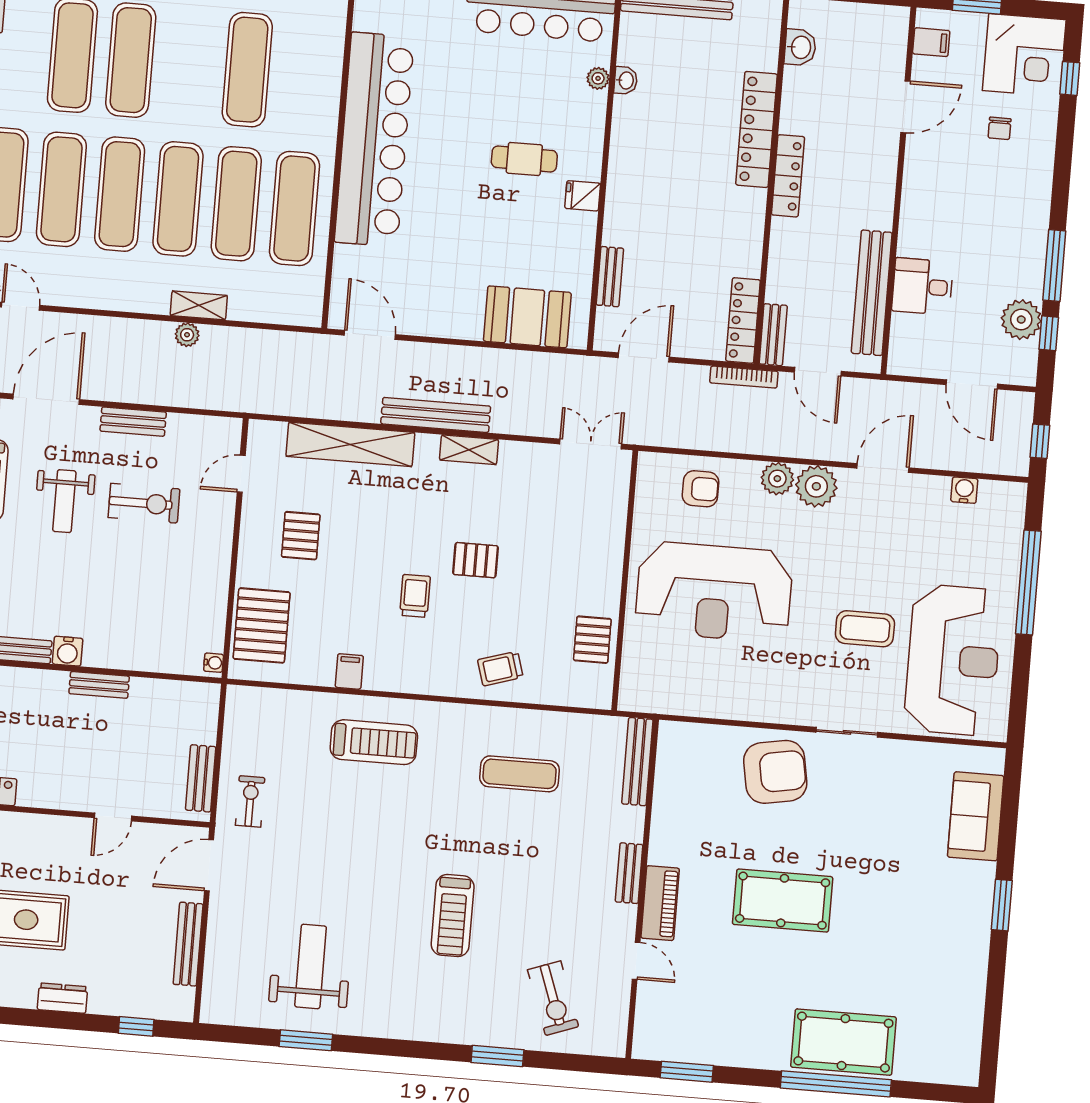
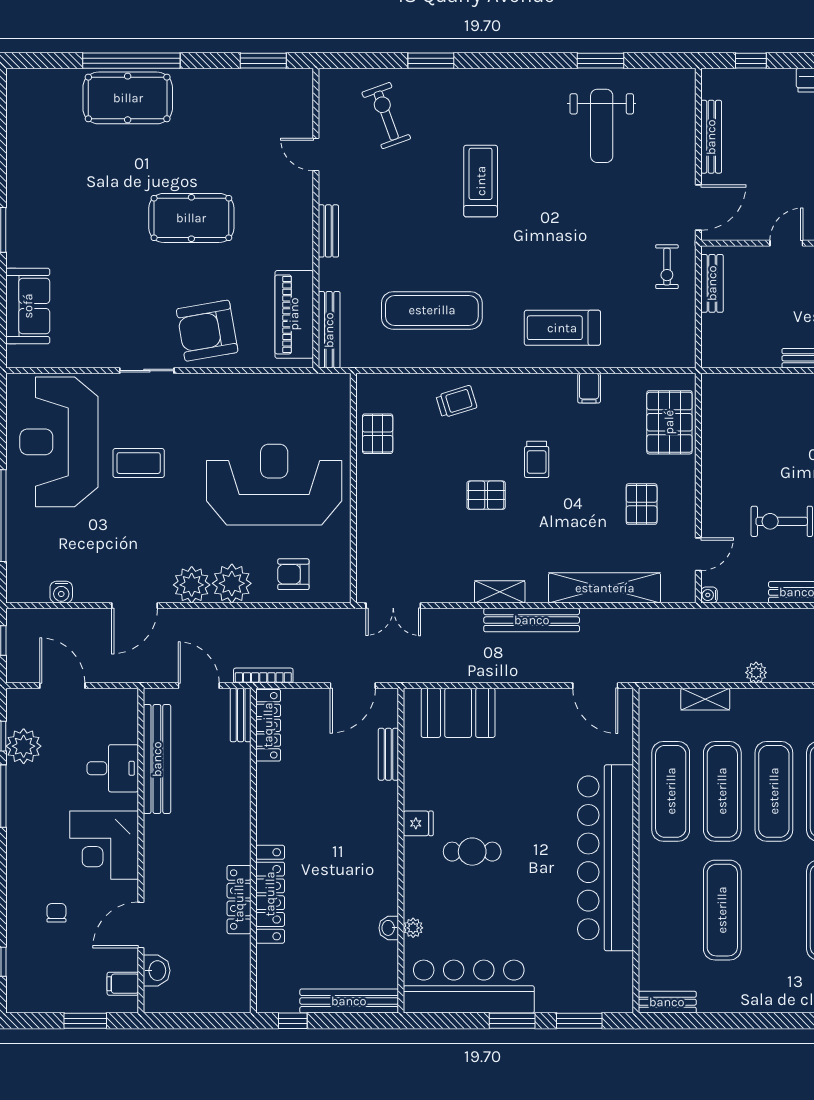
washbasin: (800, 47) -> (157, 971), moved, turned 180
corner desk: (1024, 55) -> (104, 845), moved, turned -90
locker: (788, 176) -> (239, 900), moved
shelving: (199, 305) -> (705, 699), moved
plant: (777, 479) -> (232, 583), width x1.36, depth x1.36
water cooler: (214, 663) -> (709, 595), moved
exercise mat: (520, 774) -> (432, 310), width x1.36, depth x1.45
piano: (660, 903) -> (294, 314), moved, width x1.37, depth x1.33

